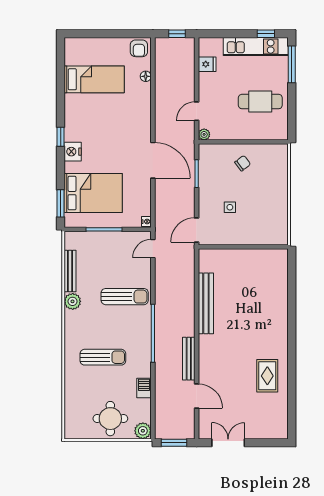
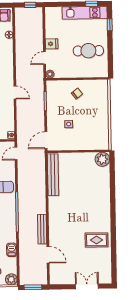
fridge: (207, 64) -> (52, 44), moved
window: (292, 64) -> (110, 25), width x0.46
door: (153, 160) -> (15, 93), width x0.53
plant: (278, 259) -> (102, 159), added
bench: (206, 303) -> (53, 175), moved
rug: (267, 376) -> (97, 240), turned 90
double door: (228, 443) -> (87, 286), moved

